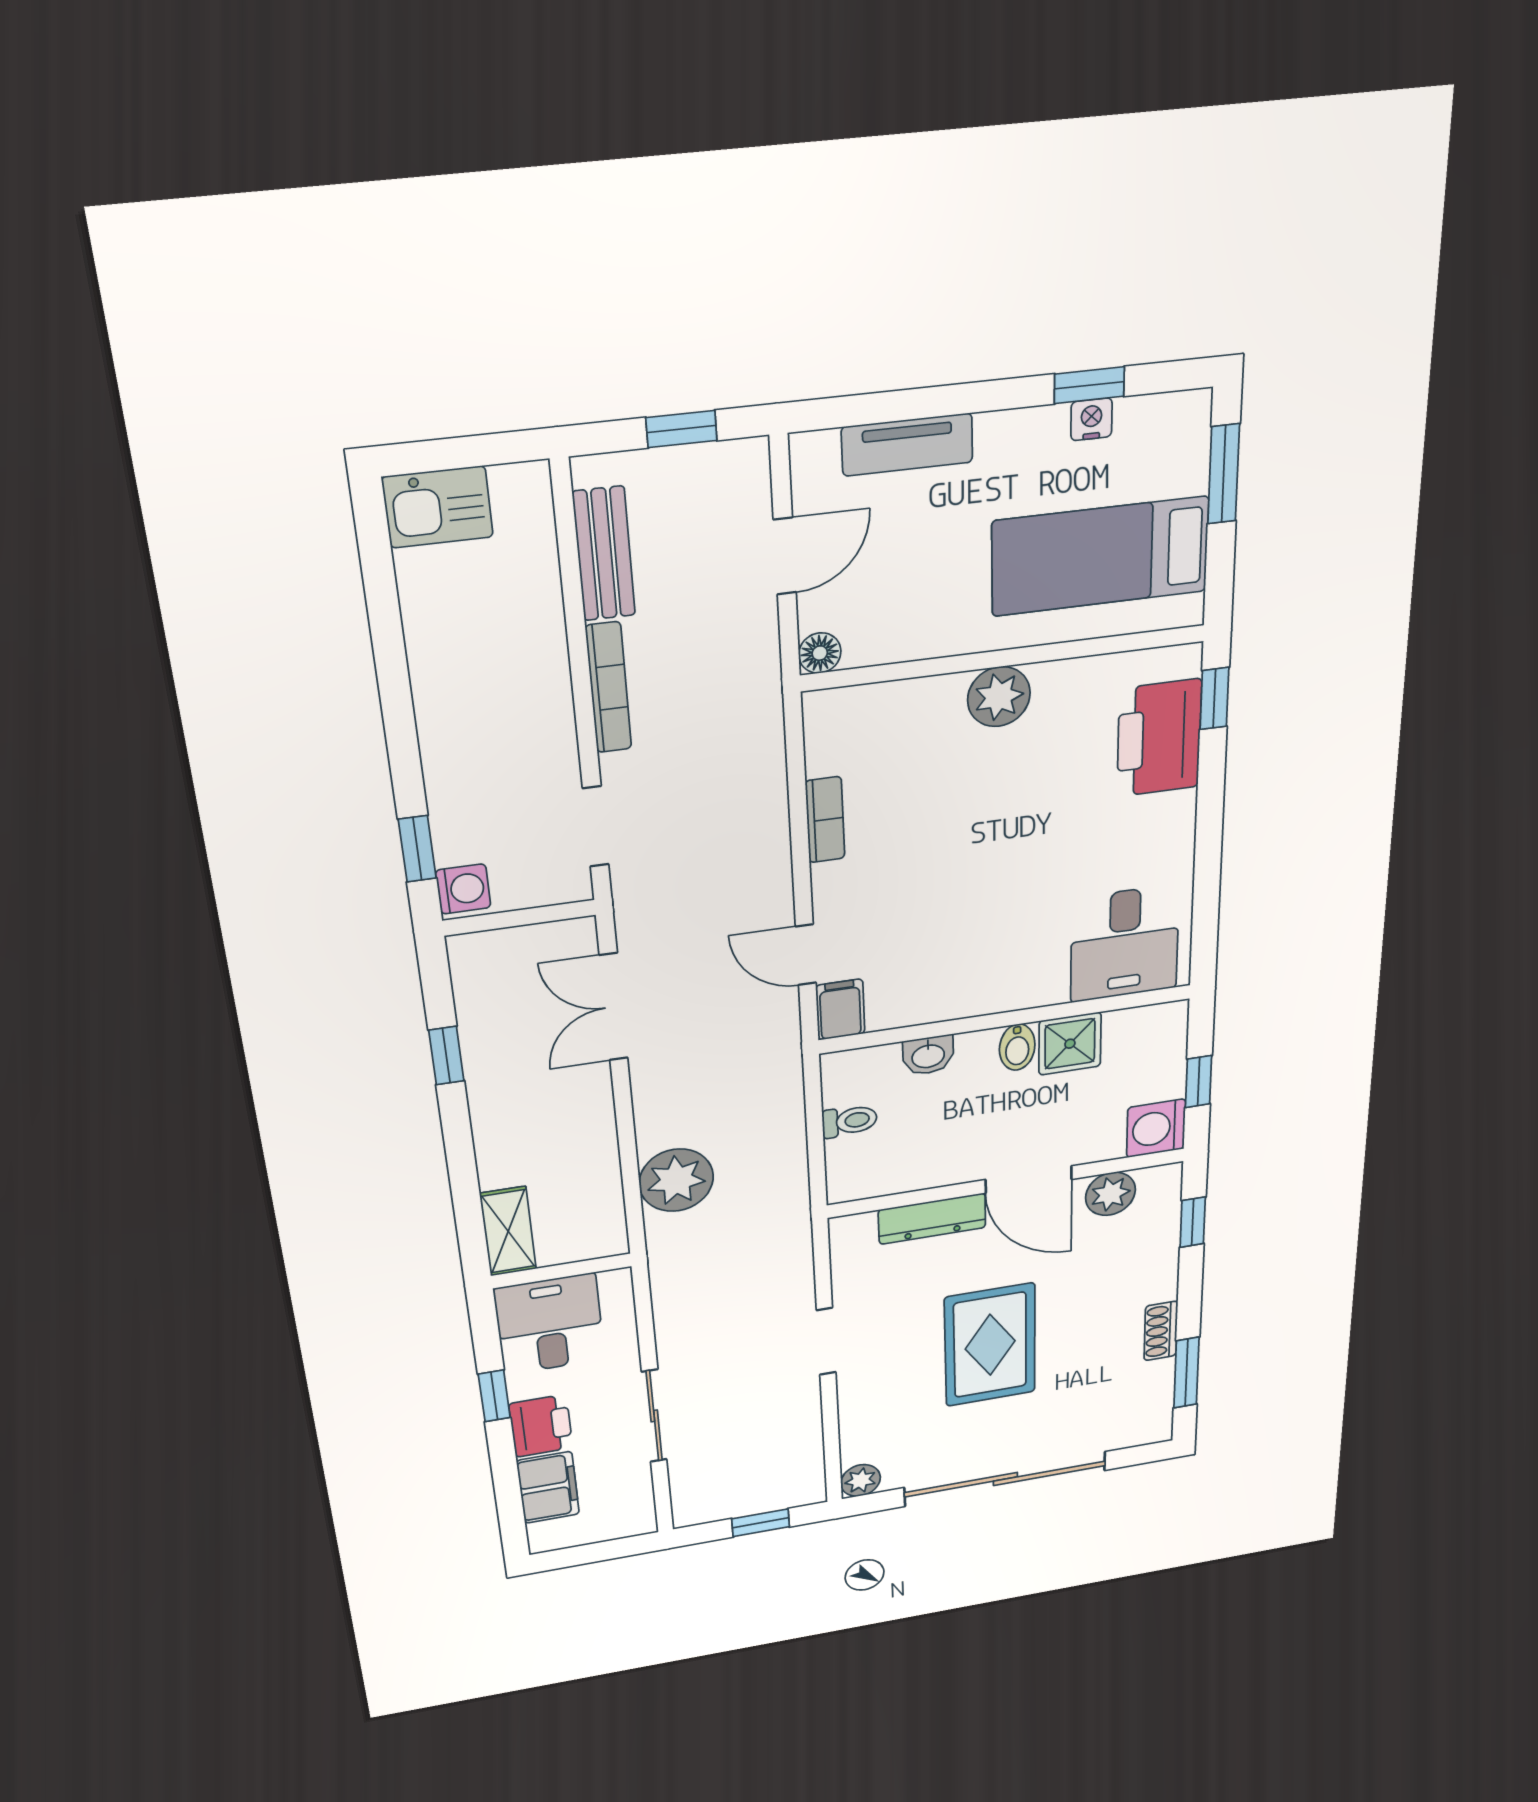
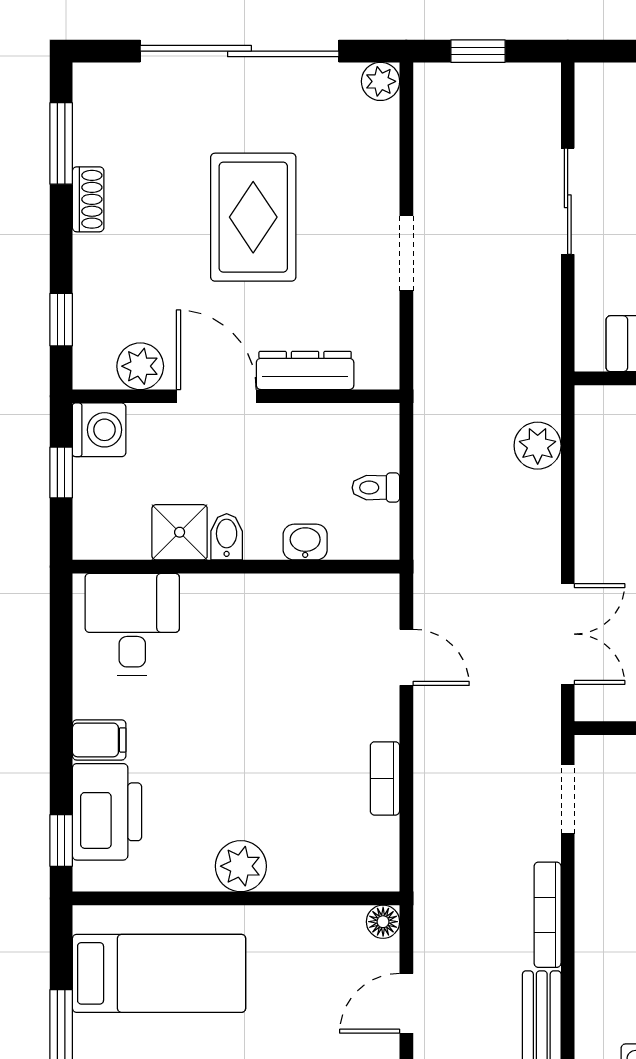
filing cabinet: (840, 1009) -> (99, 740), moved, turned -90
plant: (676, 1180) -> (538, 446), width x0.73, depth x0.73

